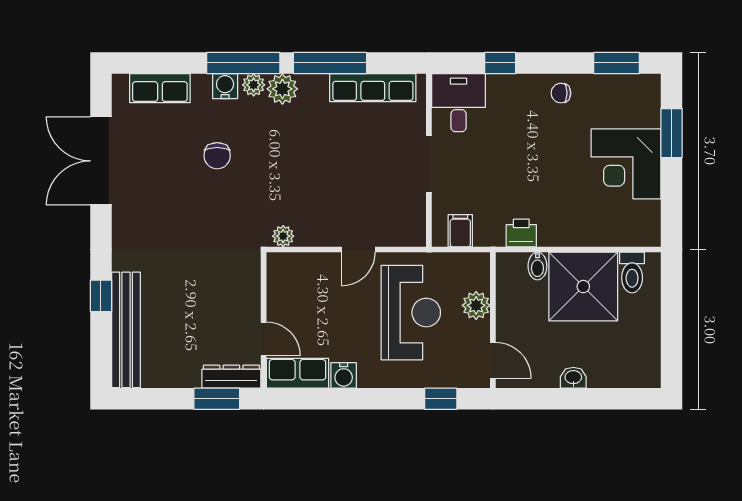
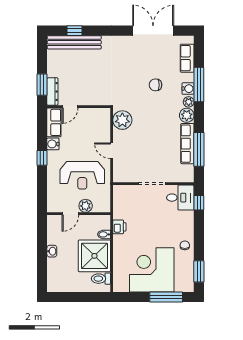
window: (243, 63) -> (199, 84), moved
window: (330, 63) -> (199, 149), moved
window: (500, 63) -> (199, 203), moved
row of seats: (373, 88) -> (187, 144), moved
window: (672, 133) -> (166, 297), width x1.44
corner desk: (626, 164) -> (152, 270), width x1.36, depth x1.36
filing cabinet: (460, 231) -> (120, 198), removed
plant: (283, 236) -> (122, 120), width x1.88, depth x1.88
window: (101, 296) -> (75, 31), moved
door: (493, 360) -> (70, 214), moved
window: (441, 399) -> (42, 158), moved

